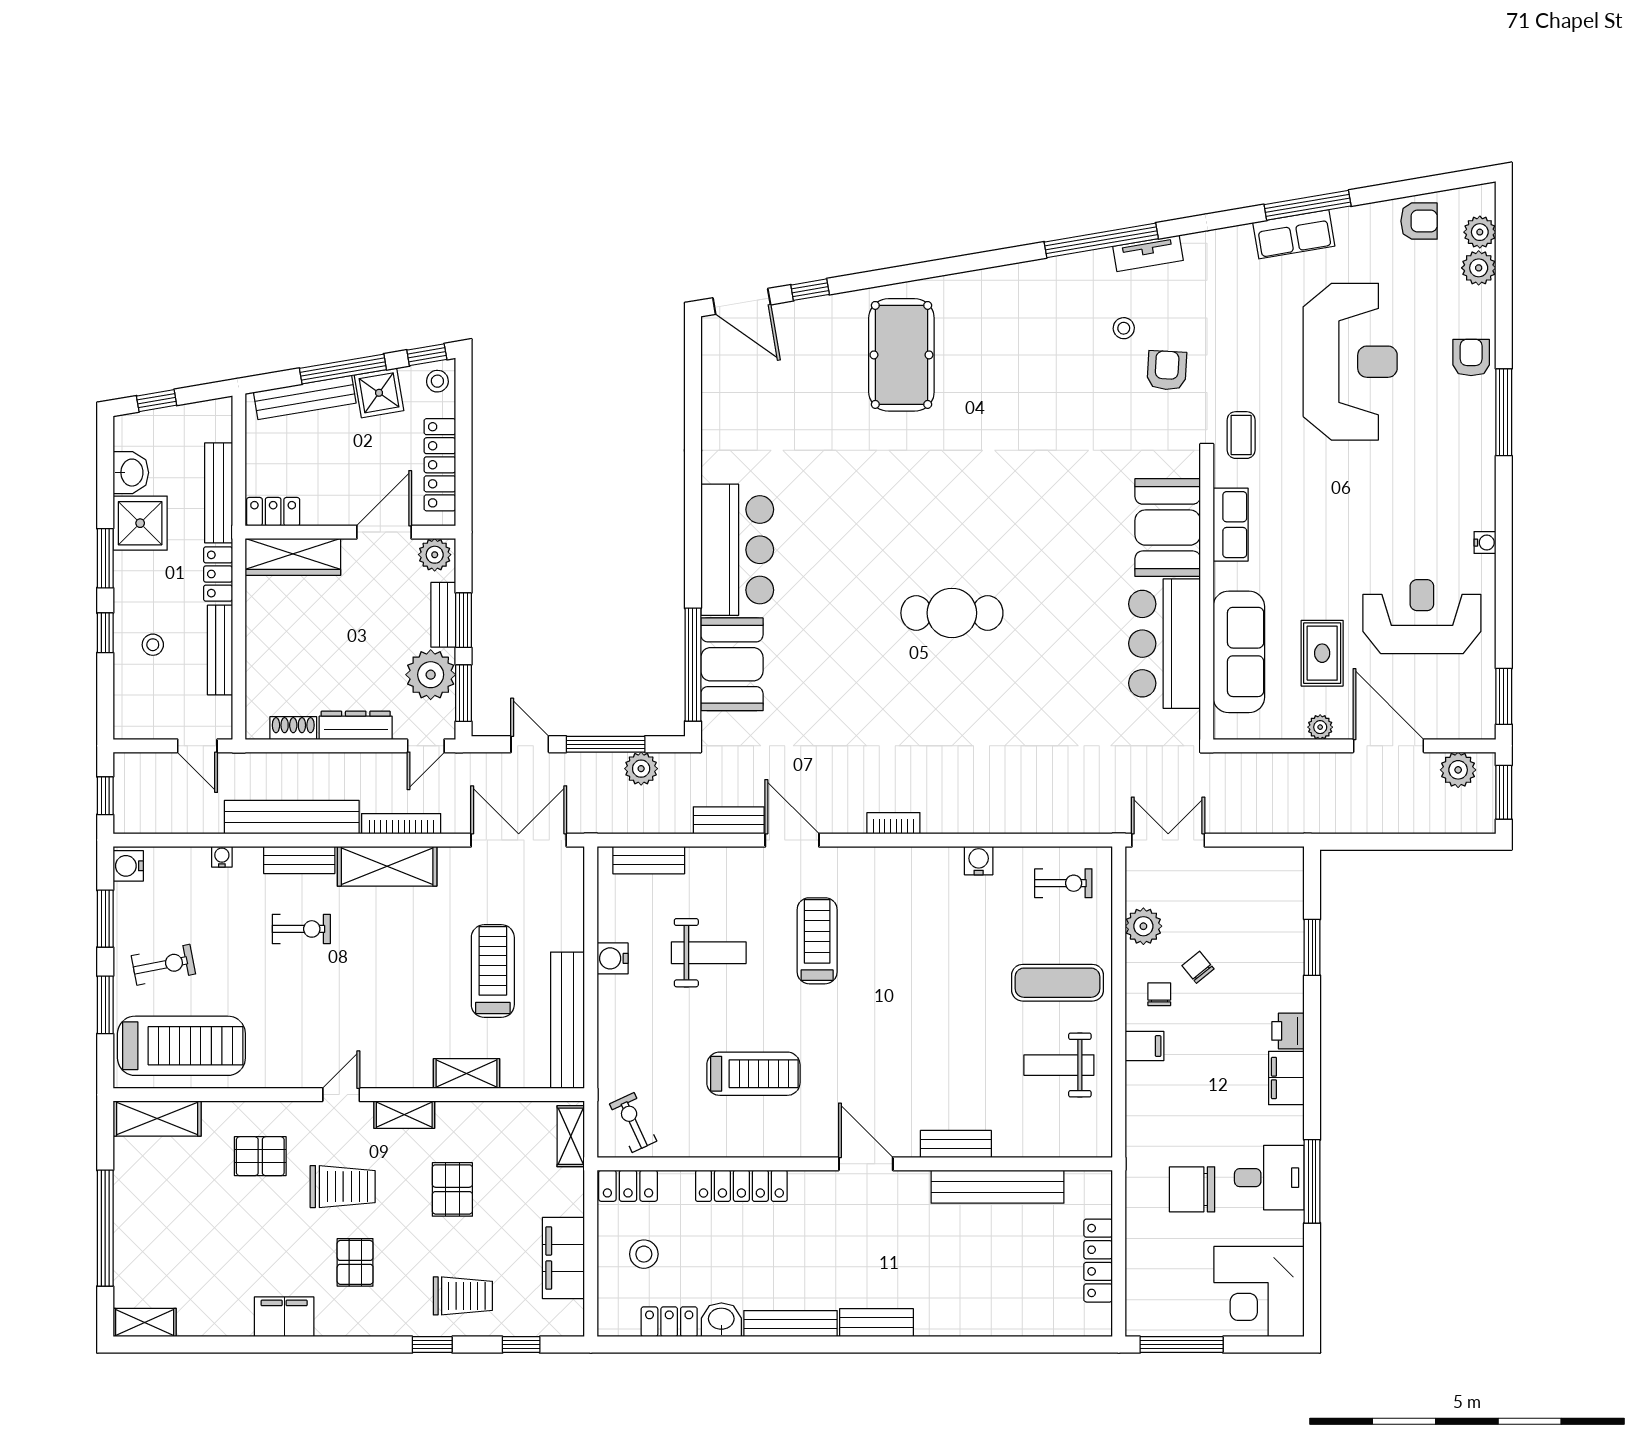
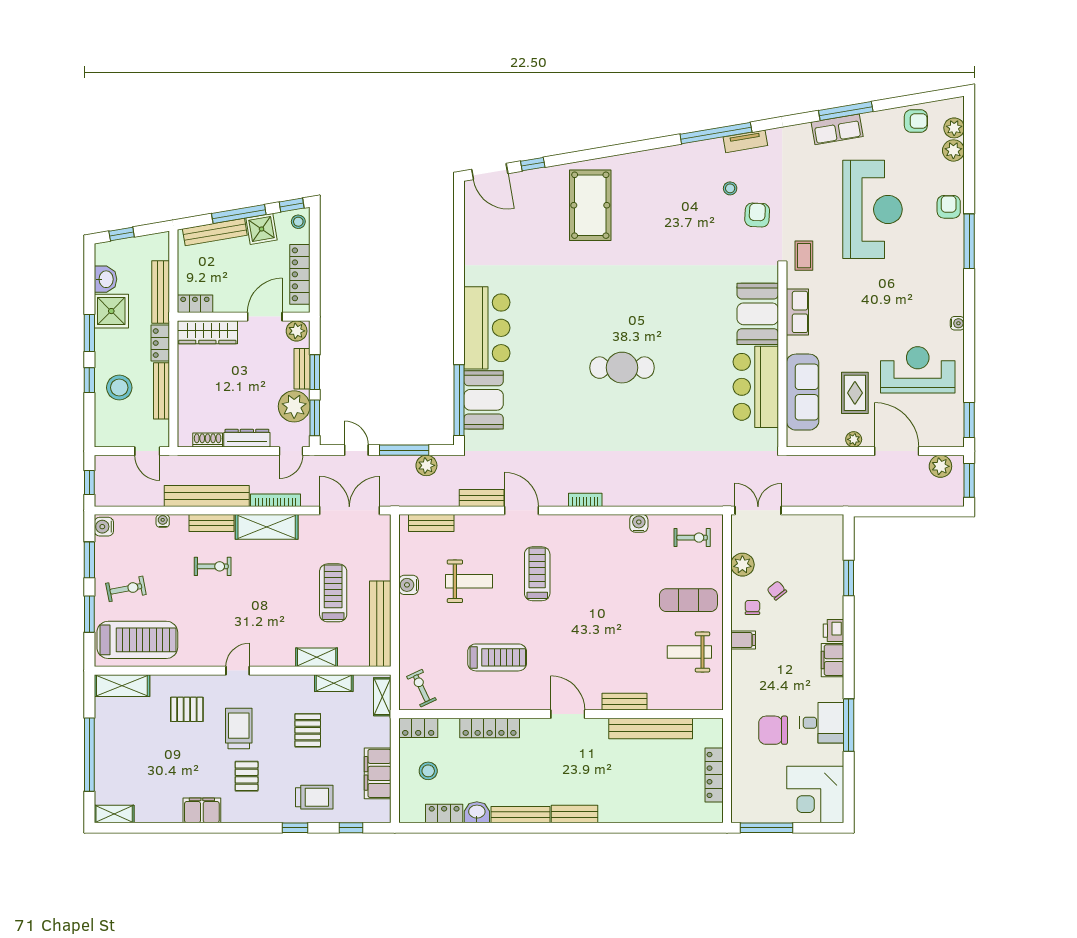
stool: (153, 645) -> (119, 388), width x1.89, depth x1.89
shelving: (404, 1115) -> (334, 683), moved
trolley: (343, 1187) -> (239, 728), turned -90

